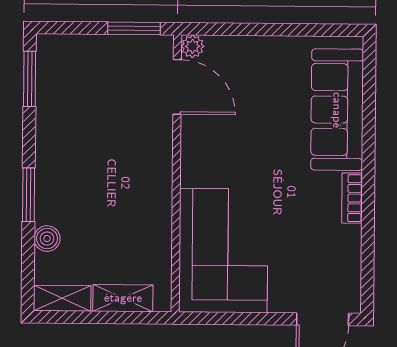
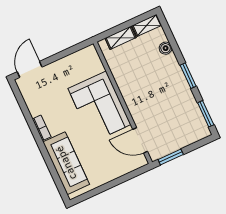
plant: (193, 46) -> (142, 161), removed
window: (29, 195) -> (188, 76), moved
corner sofa: (223, 251) -> (99, 107), moved

